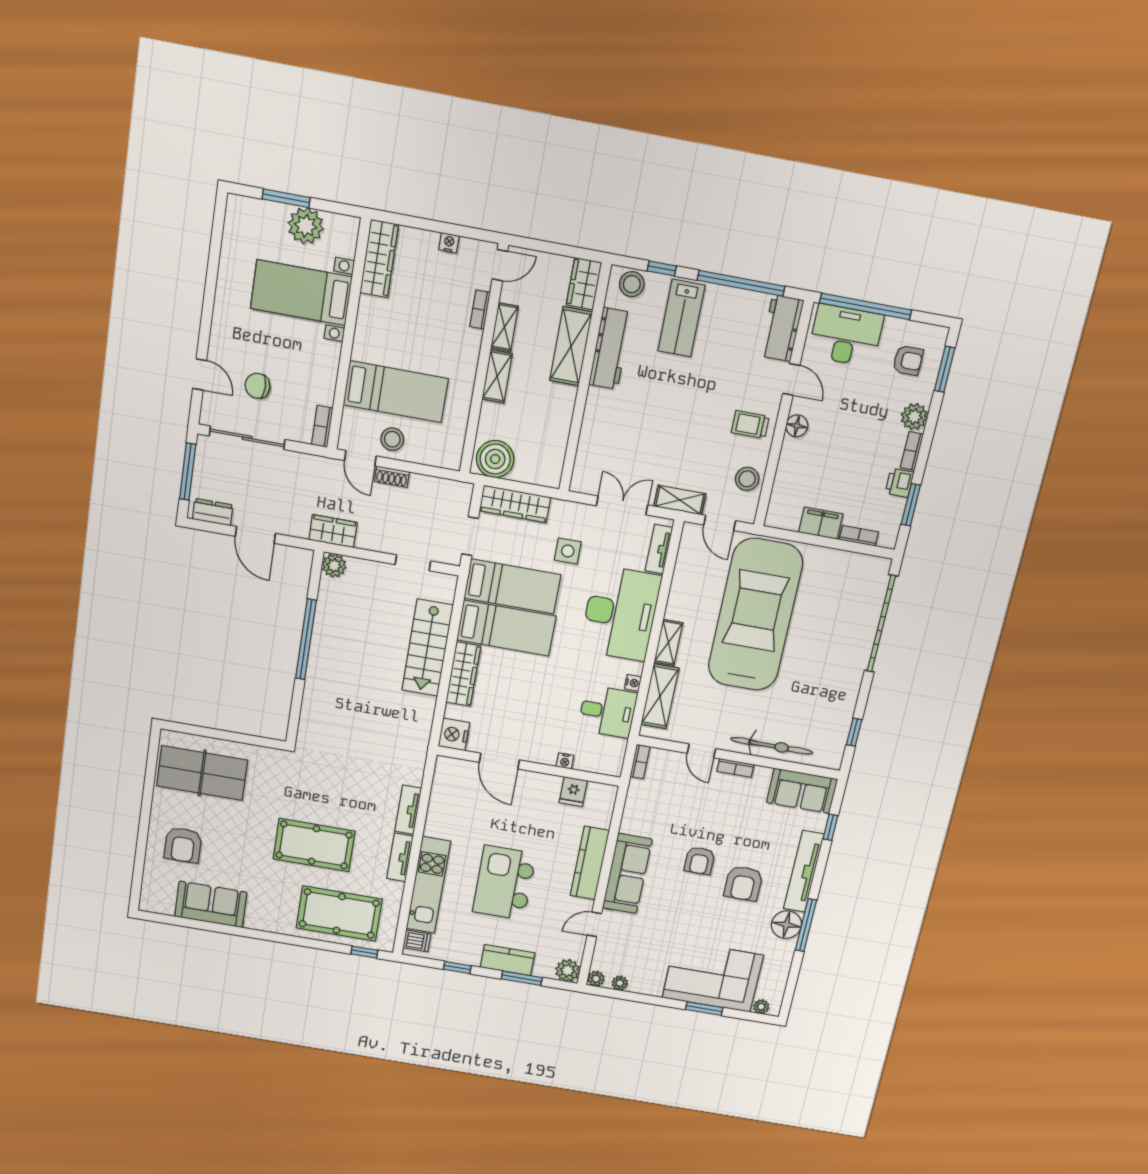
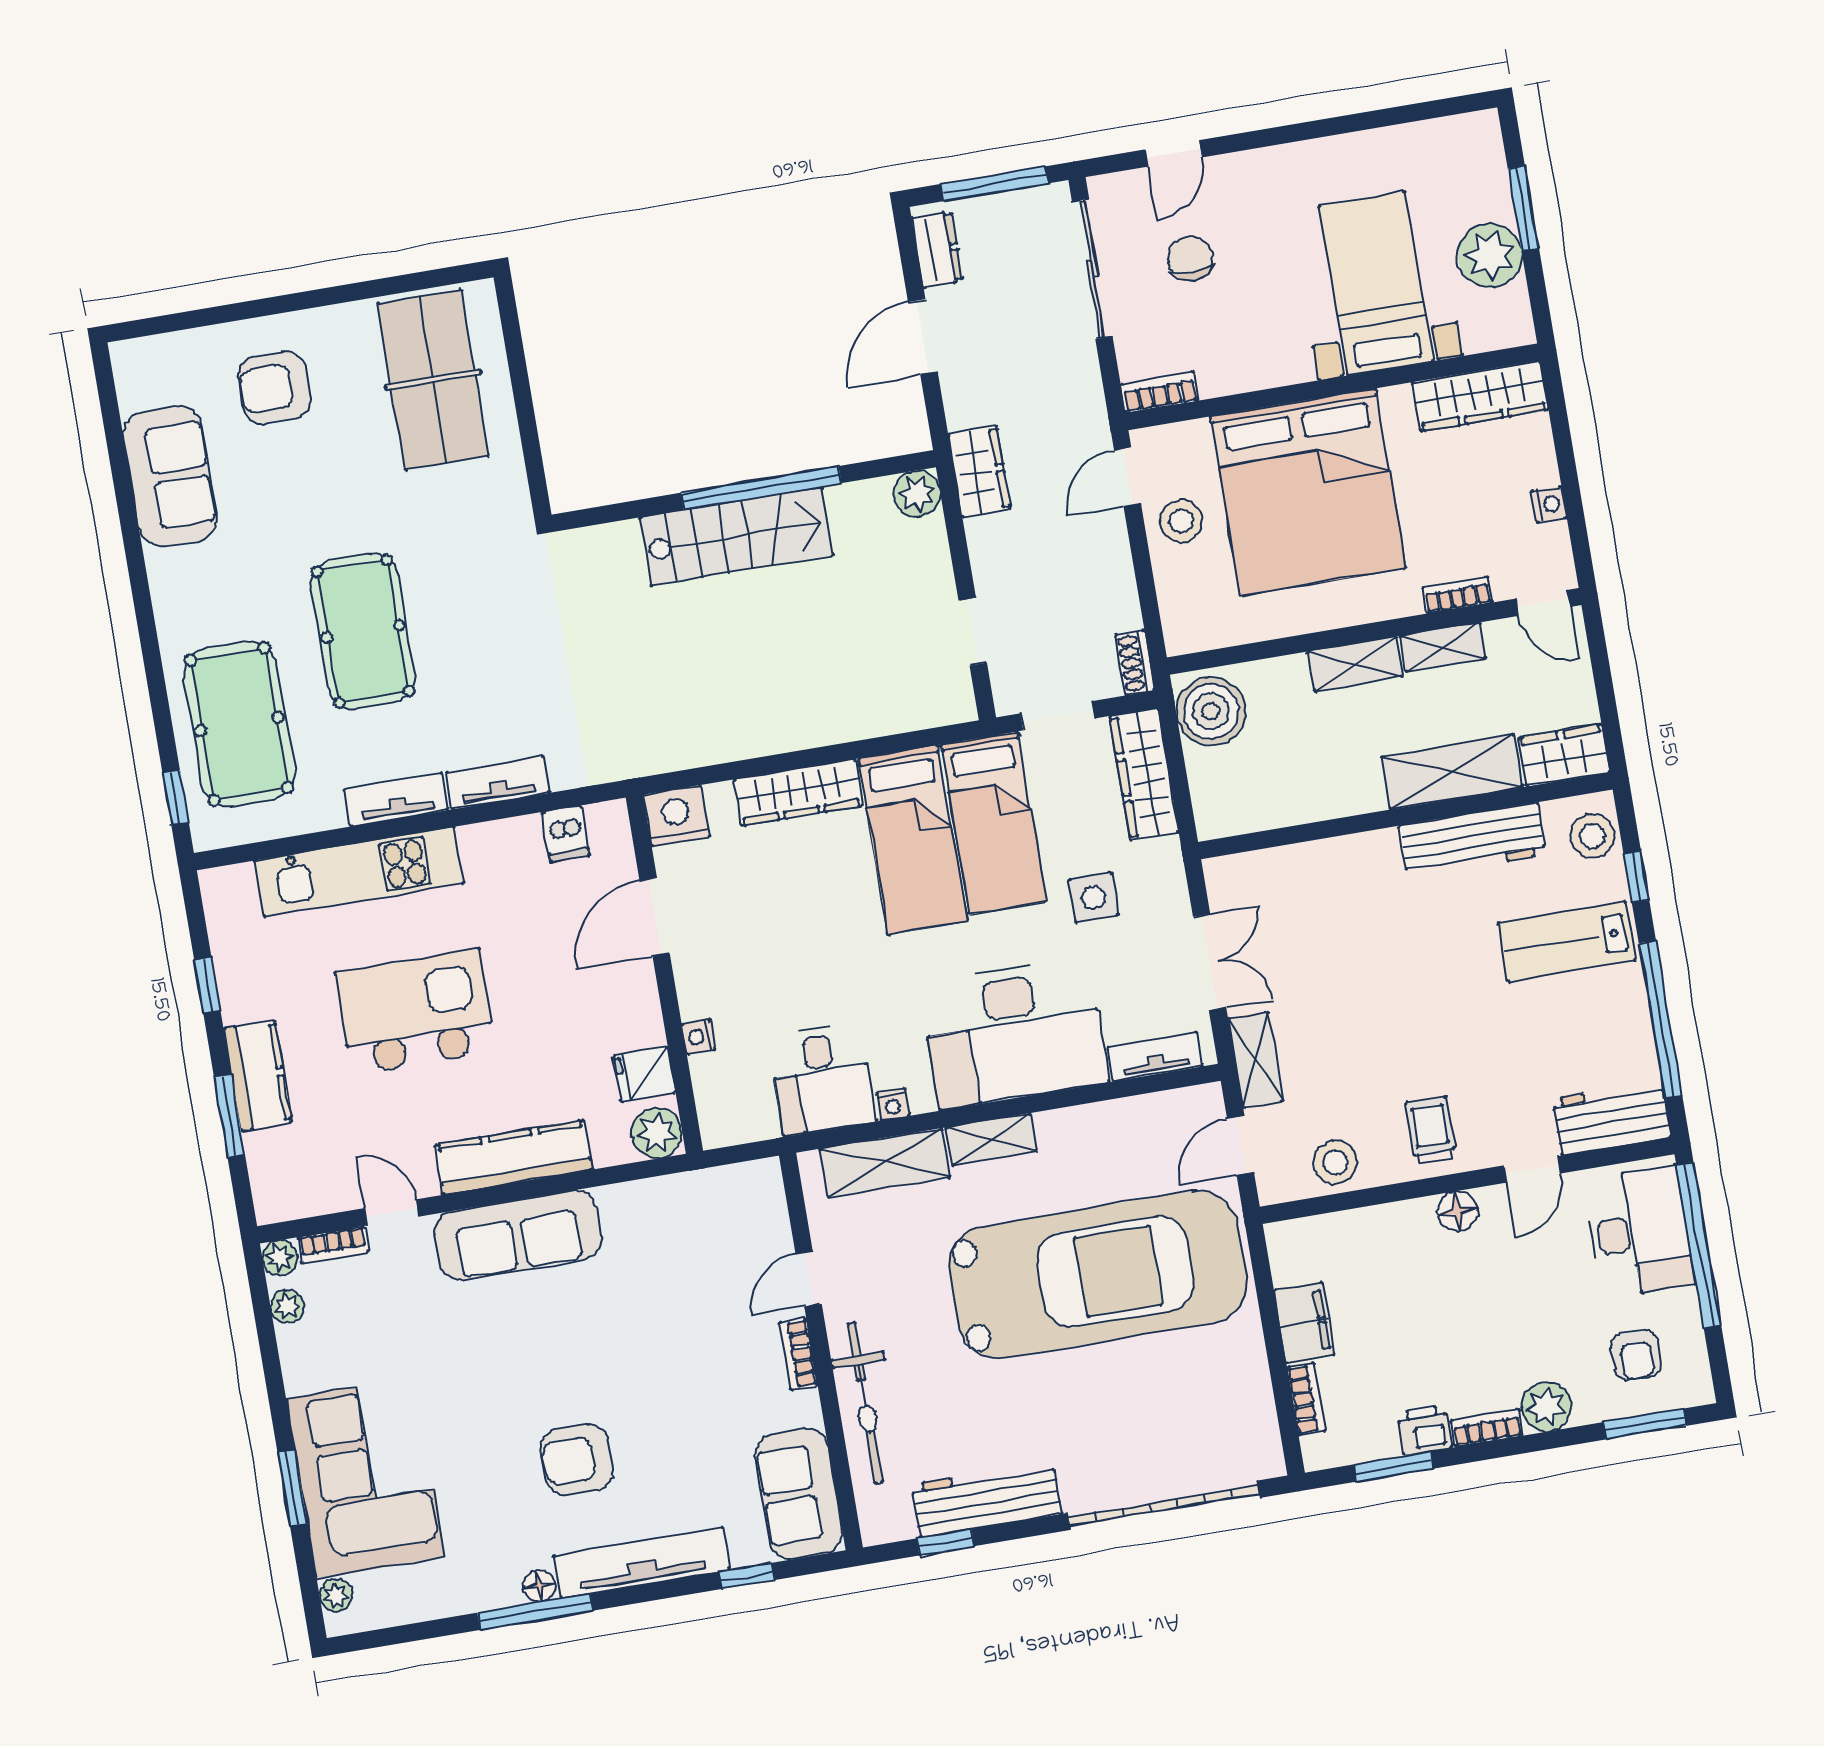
bed: (396, 392) -> (1308, 492), width x2.04
shoe rack: (392, 477) -> (1135, 663), moved
stairs: (427, 648) -> (737, 536), moved, turned 180
workbench: (842, 706) -> (986, 1499), added
bookcase: (640, 762) -> (333, 1245), moved
armchair: (700, 861) -> (593, 1360), removed
floor lamp: (786, 925) -> (539, 1586), width x0.53, depth x0.53
dishwasher: (417, 941) -> (566, 834), moved
plant: (568, 970) -> (657, 1133), moved

